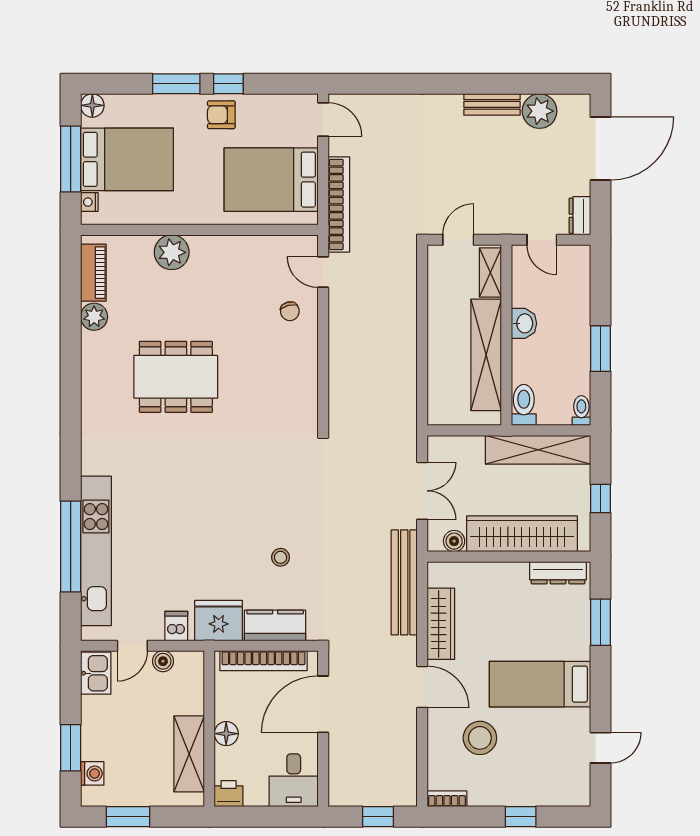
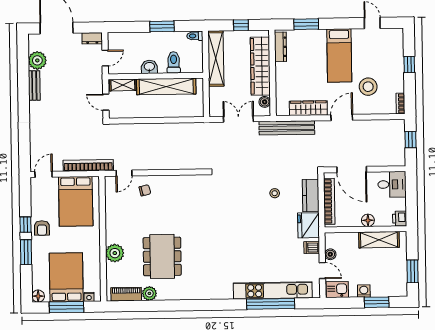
dining table: (176, 377) -> (162, 256), moved
toilet: (524, 405) -> (174, 62), moved, turned 90
washing machine: (92, 773) -> (364, 291), moved

